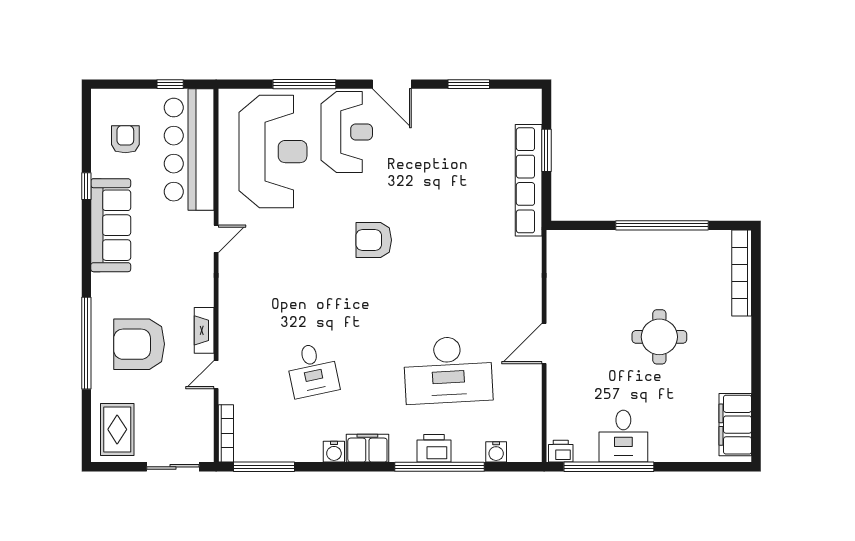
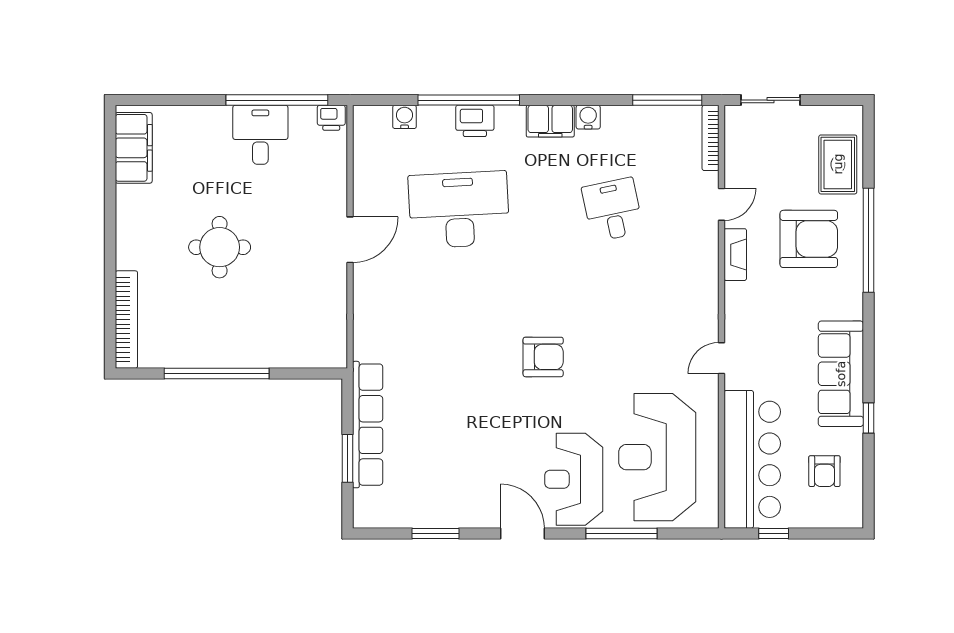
rug: (117, 429) -> (838, 164), moved

